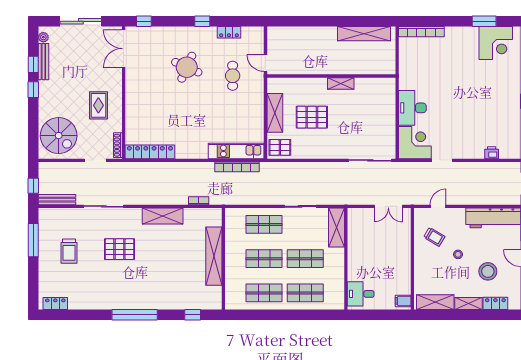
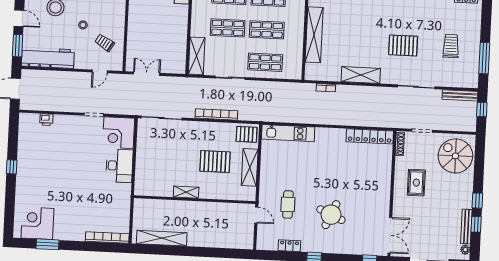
bookcase: (237, 167) -> (216, 114), moved

